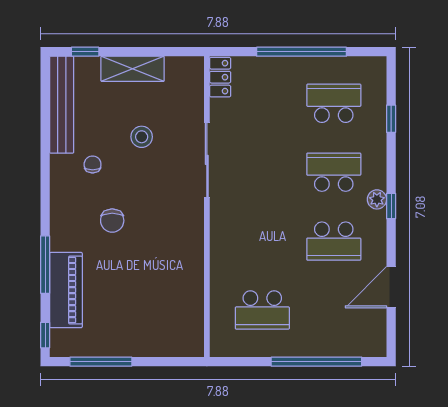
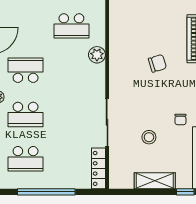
locker: (220, 77) -> (99, 168), width x1.53
chair: (112, 221) -> (157, 63), moved, turned 73
plant: (223, 265) -> (97, 55), added
school desk: (262, 310) -> (71, 26), turned 180

